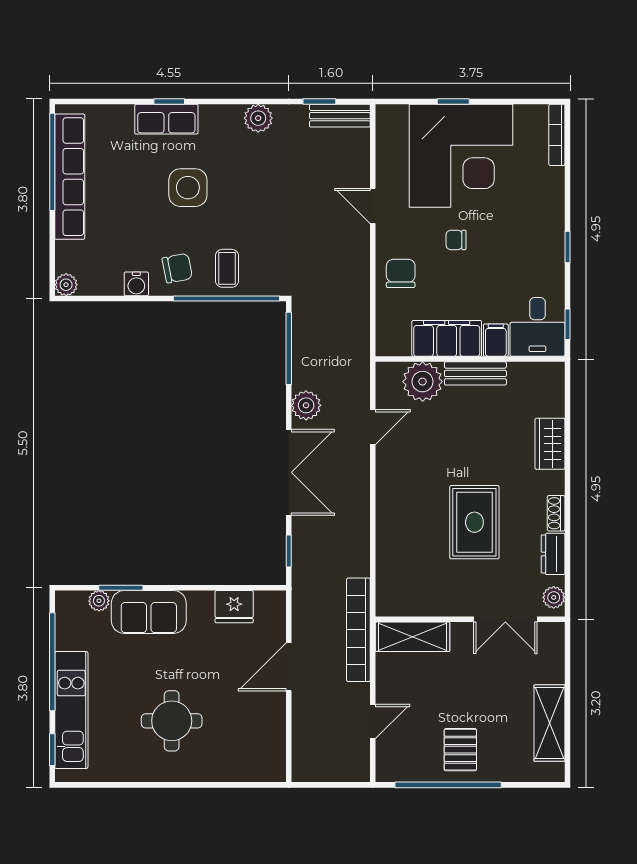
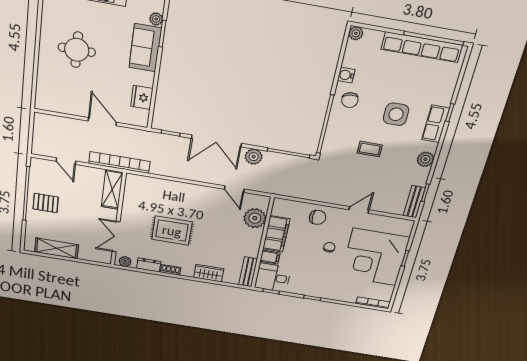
row of seats: (166, 119) -> (436, 124), moved
coffee table: (227, 268) -> (370, 149), moved
bench: (475, 373) -> (248, 272), moved

